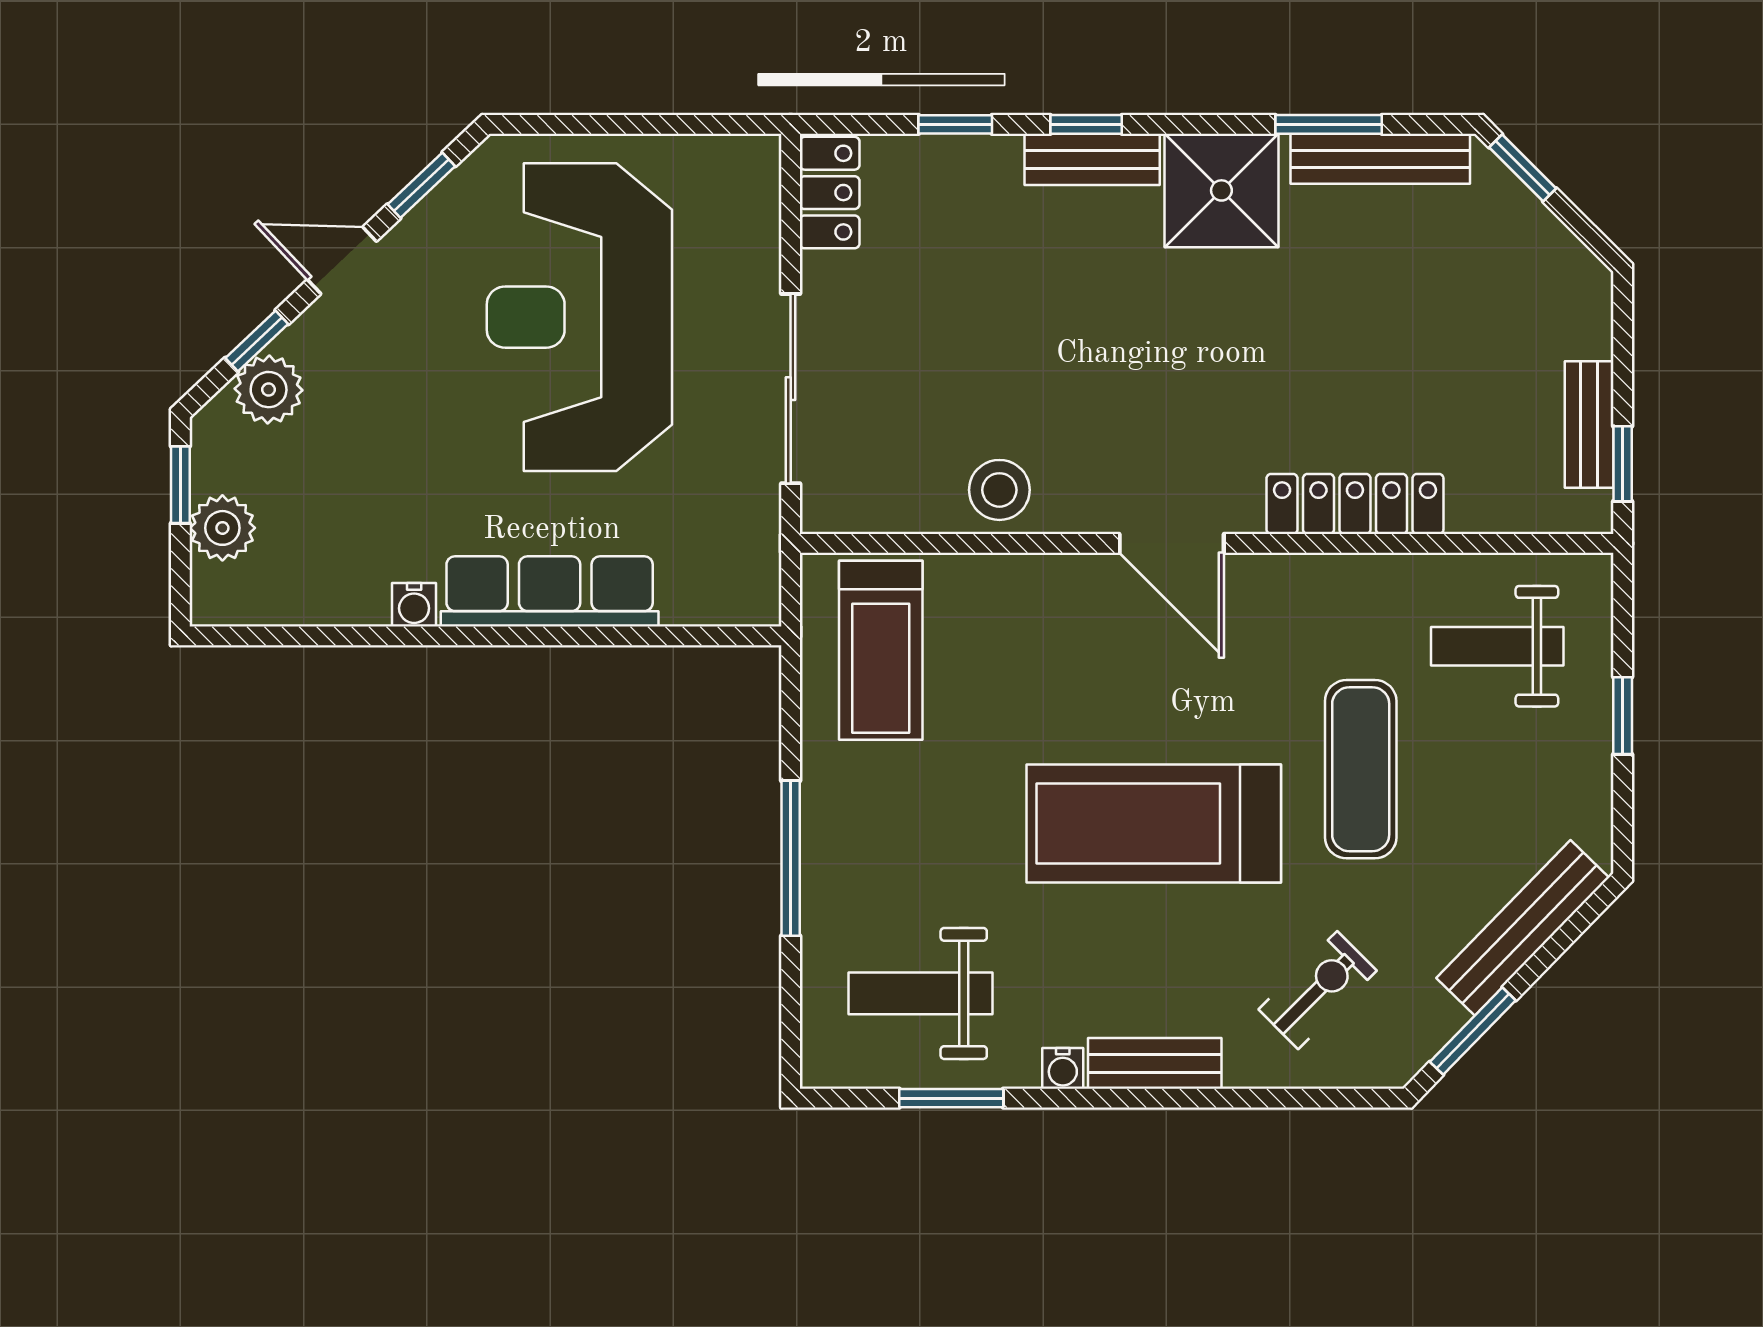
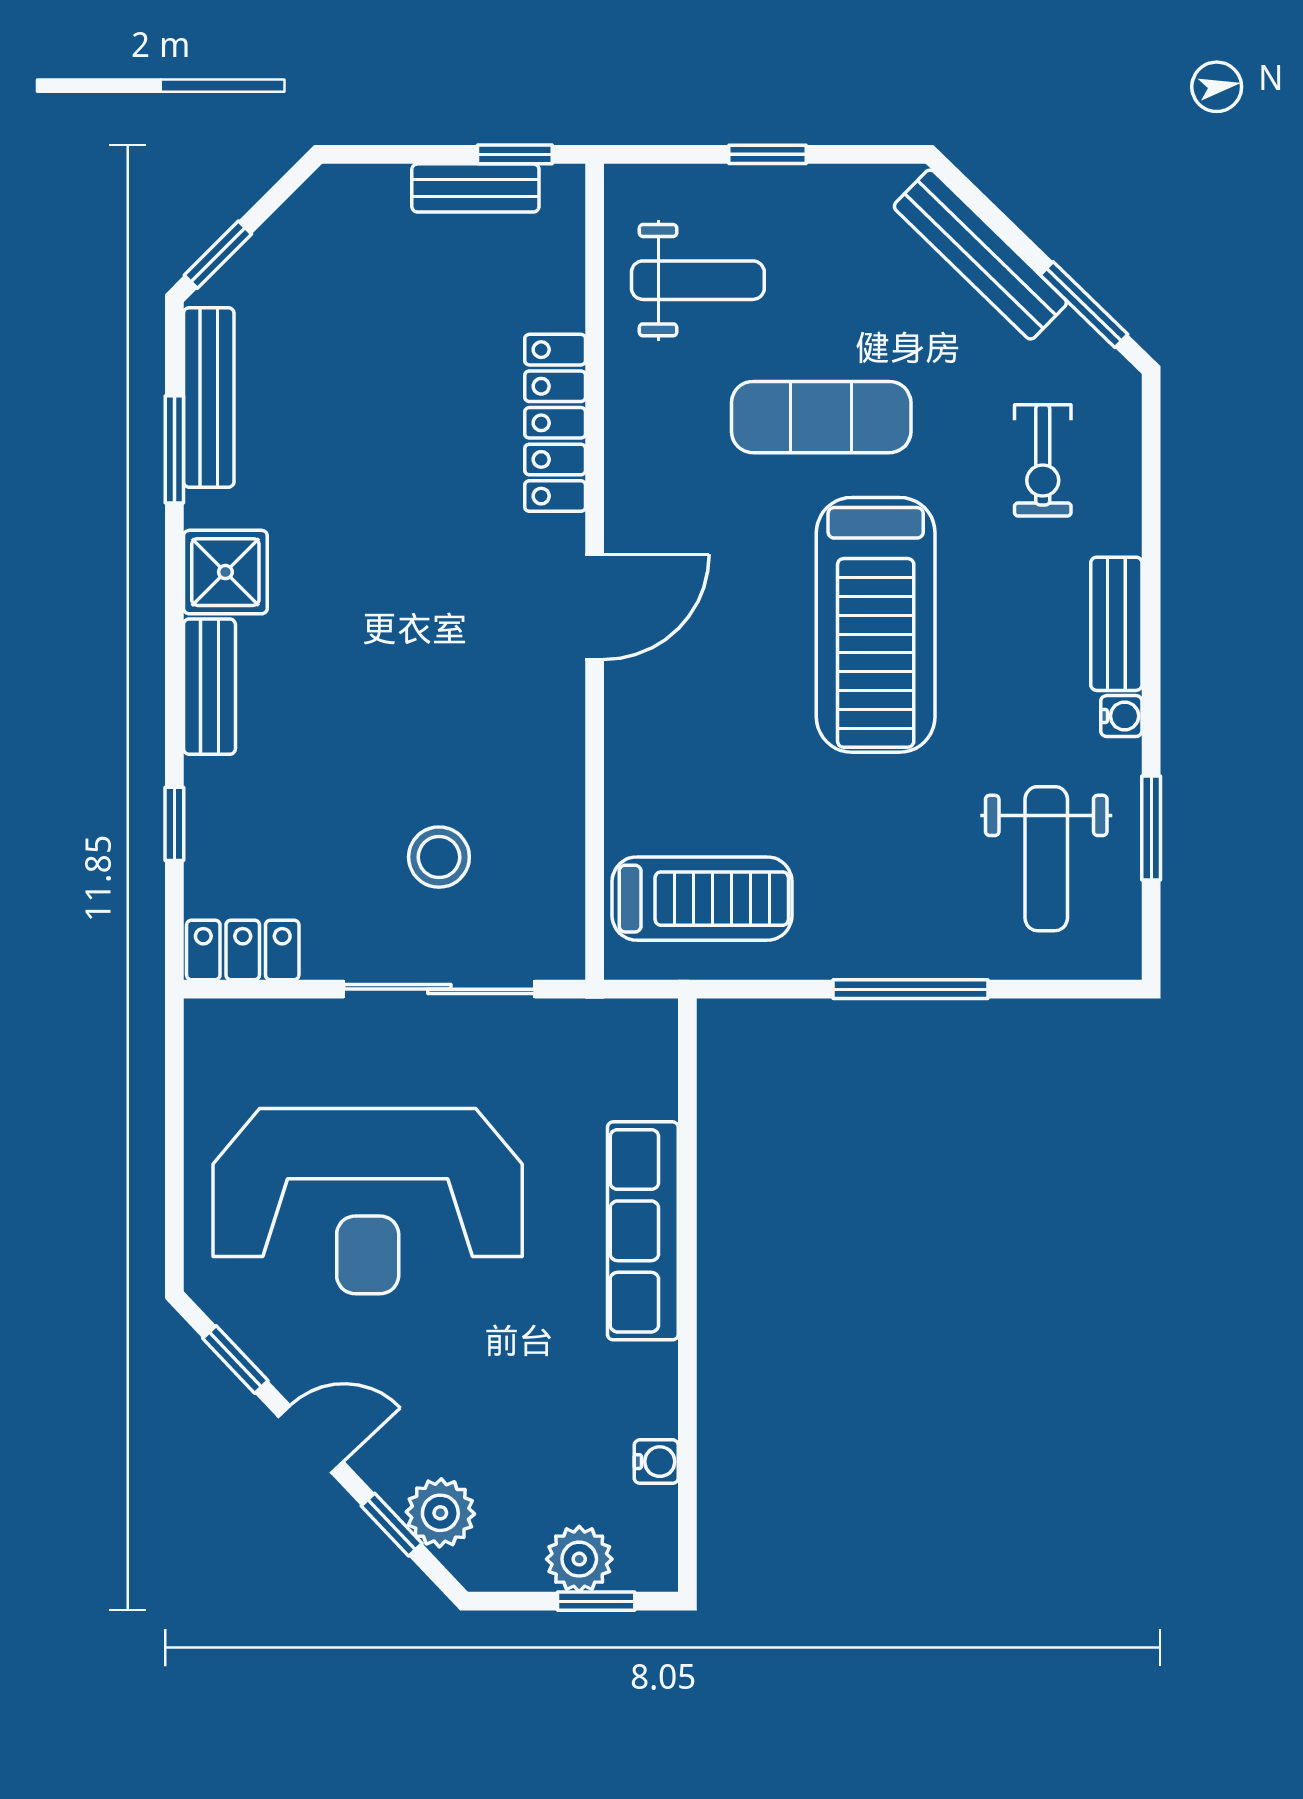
window: (1086, 124) -> (174, 692), removed
shower: (1221, 190) -> (225, 572), width x0.73, depth x0.73
door: (342, 260) -> (311, 1439), swing flipped
window: (180, 485) -> (596, 1601), moved
stool: (999, 490) -> (439, 857), moved
water cooler: (414, 605) -> (656, 1462), moved
weight bench: (1497, 646) -> (698, 280), turned -90
exercise bike: (1318, 990) -> (1043, 460), turned -135

